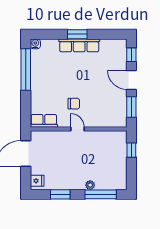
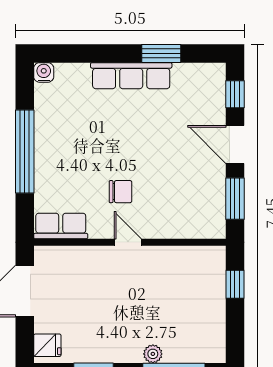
window: (77, 34) -> (161, 53), moved
window: (26, 69) -> (25, 151), moved

